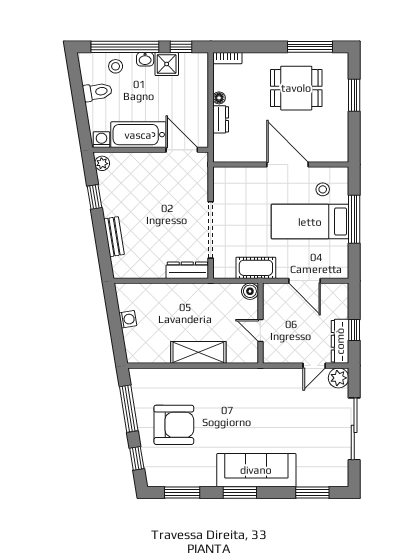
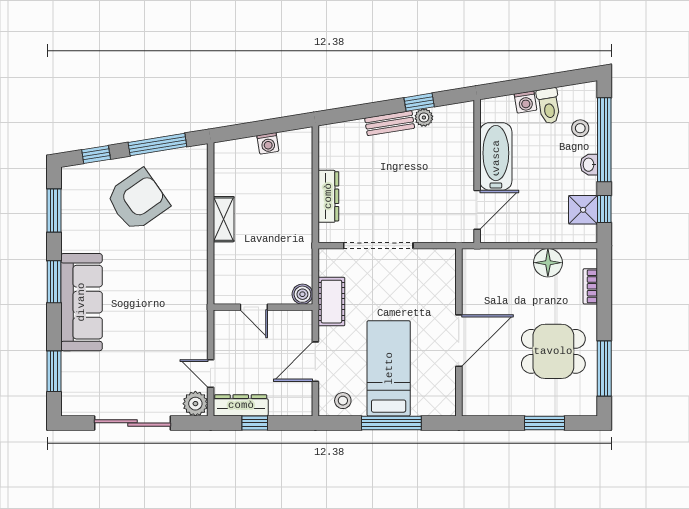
bookcase: (227, 58) -> (590, 286), moved
shower: (167, 64) -> (583, 210), moved
dining table: (296, 88) -> (553, 351), turned 90
floor lamp: (219, 98) -> (548, 263), width x1.89, depth x1.89
dresser: (221, 119) -> (515, 258), removed
washing machine: (101, 140) -> (525, 102), moved, turned 81
plant: (102, 163) -> (424, 118), moved
stool: (323, 189) -> (343, 401), moved
bench: (114, 237) -> (390, 123), moved
dresser: (187, 270) -> (328, 196), moved
door: (260, 331) -> (254, 307), swing flipped
shelving: (198, 352) -> (224, 219), width x0.67, depth x0.75
armchair: (174, 425) -> (138, 200), turned -125

